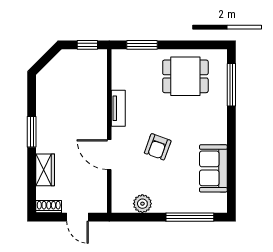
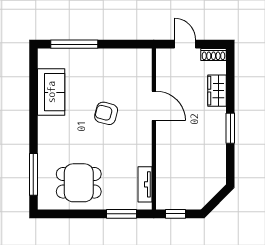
tv unit: (118, 108) -> (145, 184), moved
armchair: (158, 147) -> (106, 113), turned -95
plant: (142, 204) -> (121, 57), removed

